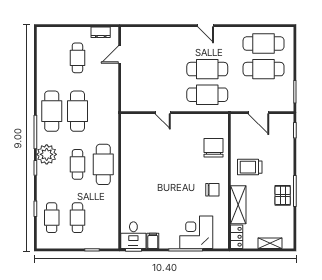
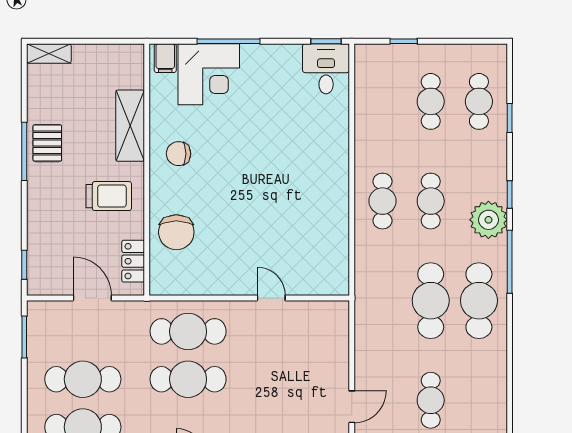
cafe table: (103, 164) -> (383, 201), width x0.73, depth x0.74
locker: (237, 237) -> (133, 261), moved
filing cabinet: (153, 241) -> (165, 58), moved
shelving: (270, 243) -> (49, 54), moved

